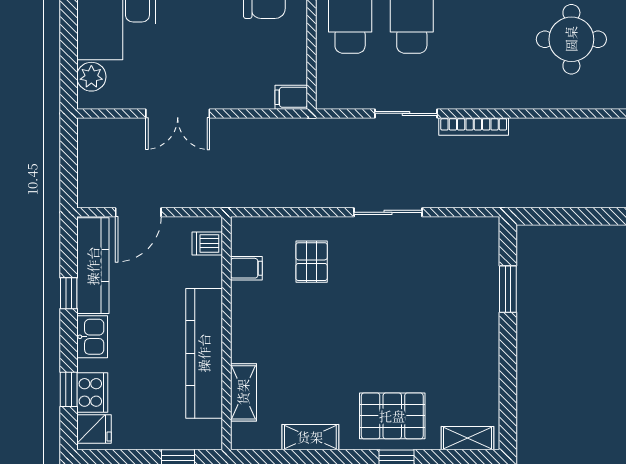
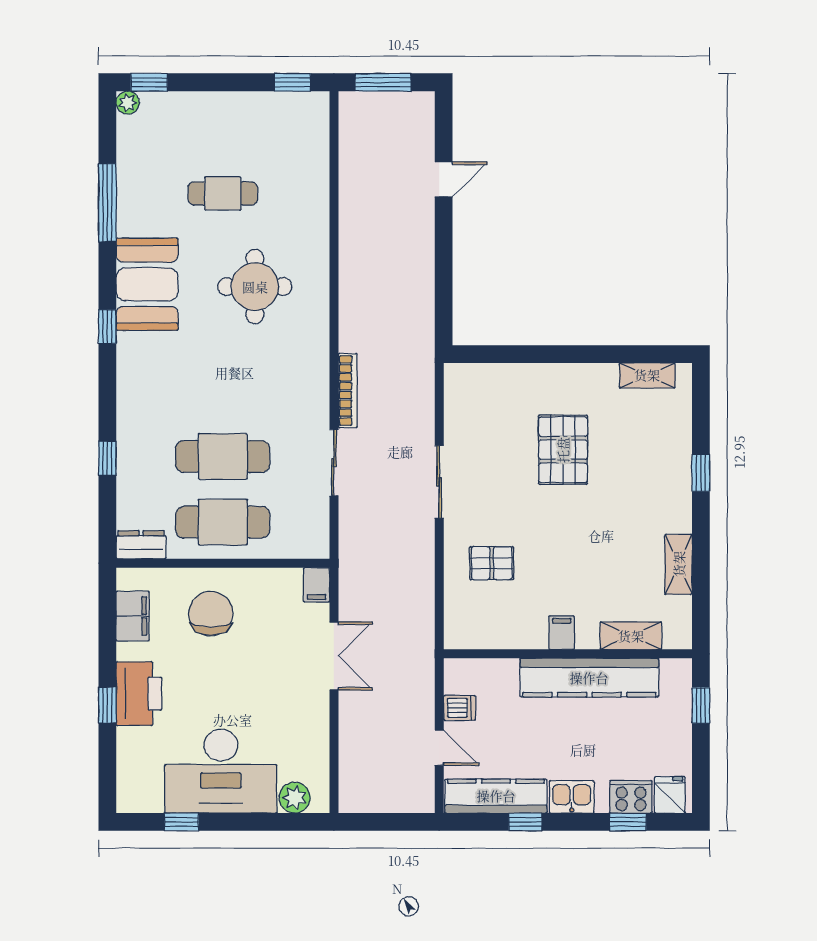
double door: (178, 113) -> (334, 656), moved
door: (138, 212) -> (439, 748), width x0.73
dishwasher: (207, 243) -> (460, 708), moved, turned -90
filing cabinet: (246, 268) -> (562, 633), moved
window: (508, 289) -> (521, 354), removed
pallet: (392, 416) -> (563, 450), moved
shelving: (467, 438) -> (647, 375), moved, turned 90

